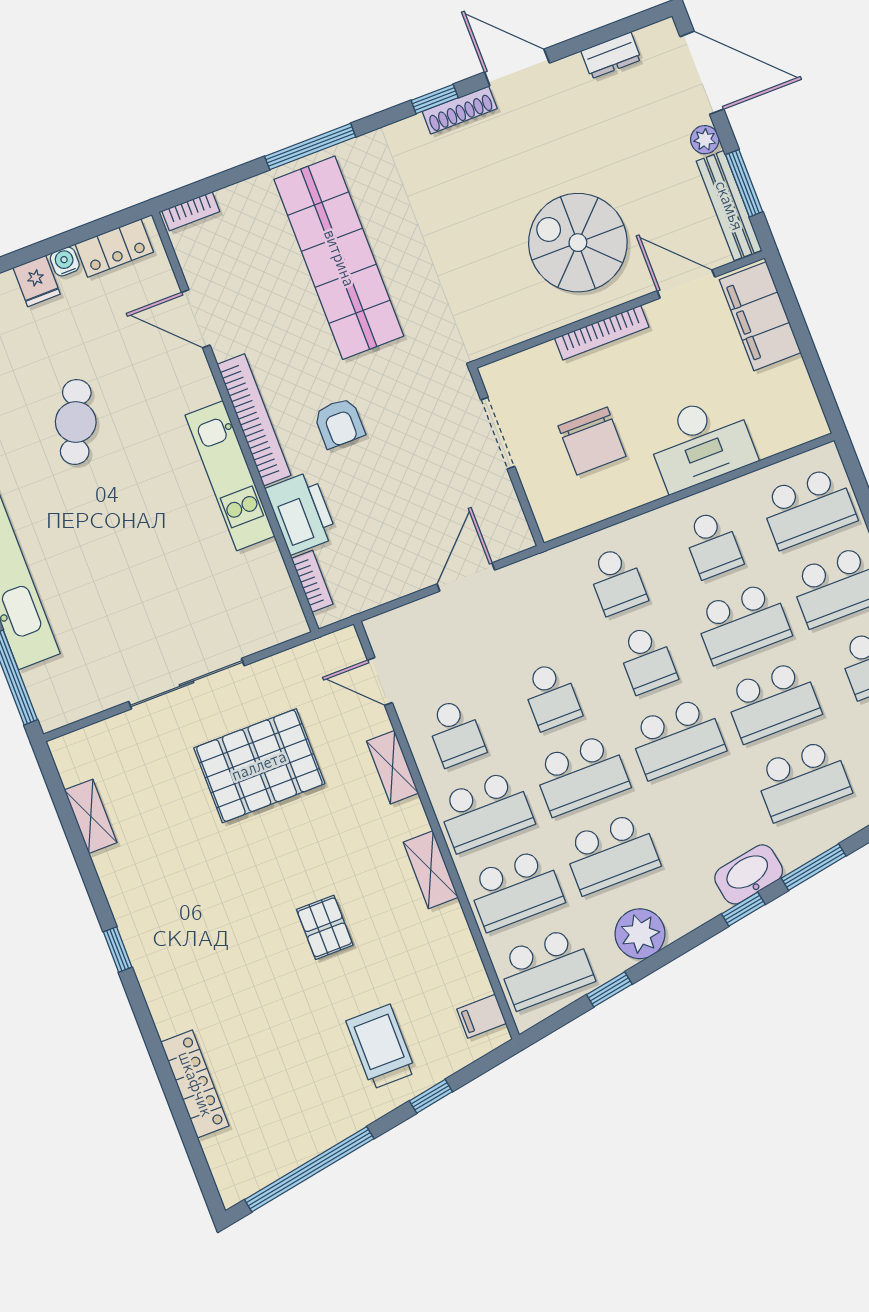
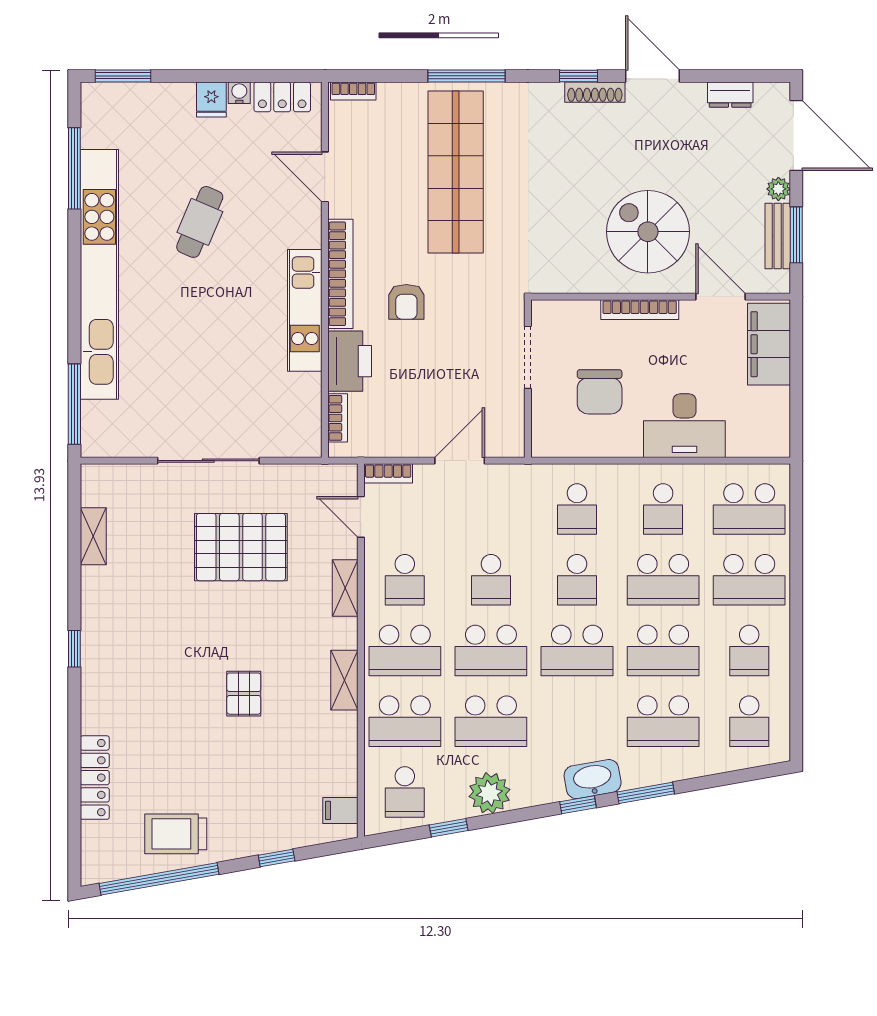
bench: (729, 206) -> (778, 236), width x0.73
bookcase: (392, 621) -> (388, 473), added
school desk: (545, 968) -> (405, 792), width x0.54
trolley: (381, 1047) -> (176, 834), moved, turned -90

